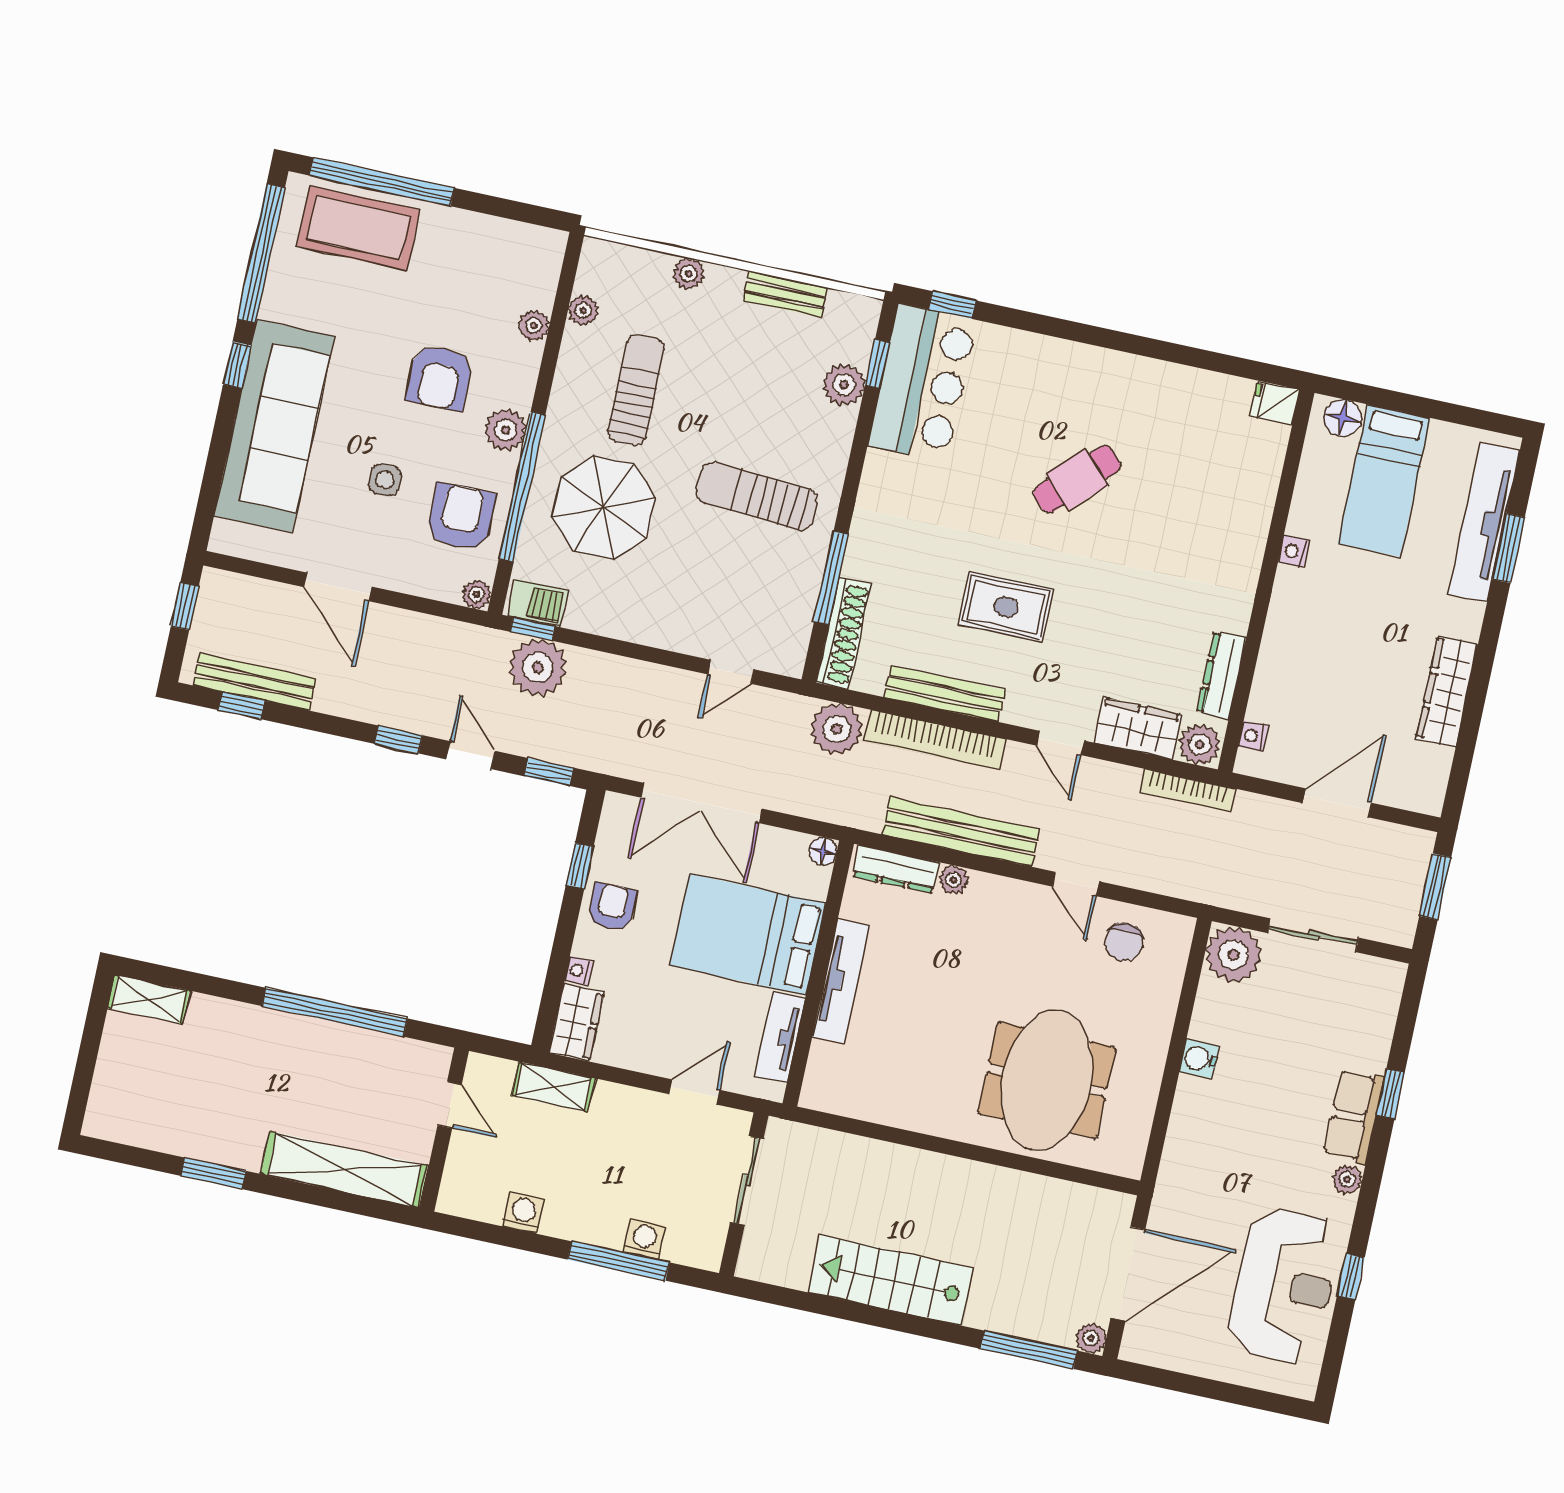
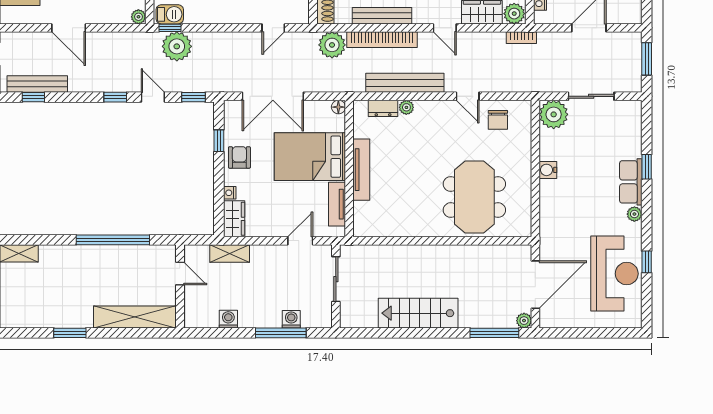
bookcase: (1187, 790) -> (521, 38), width x0.64
dresser: (896, 869) -> (383, 108), width x0.70

